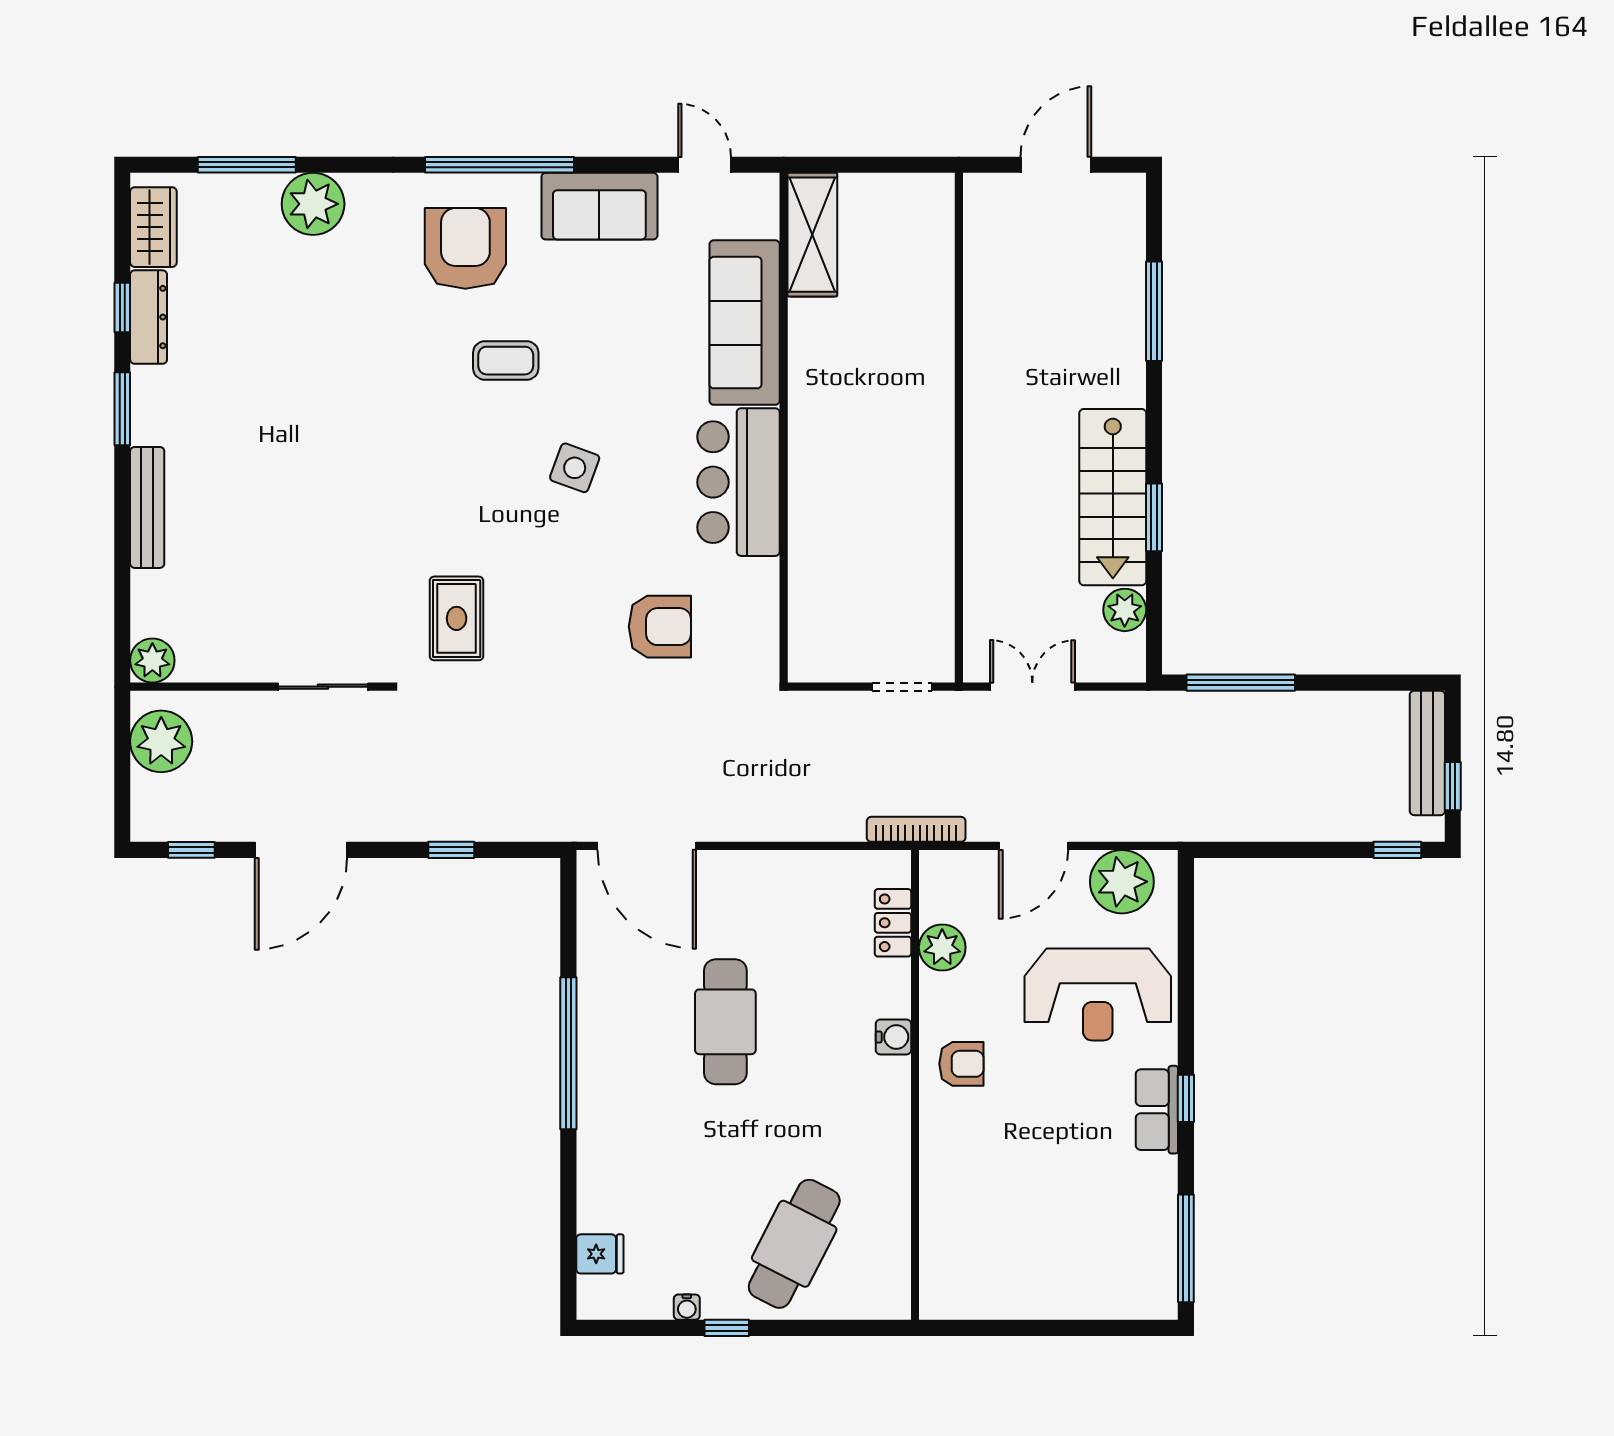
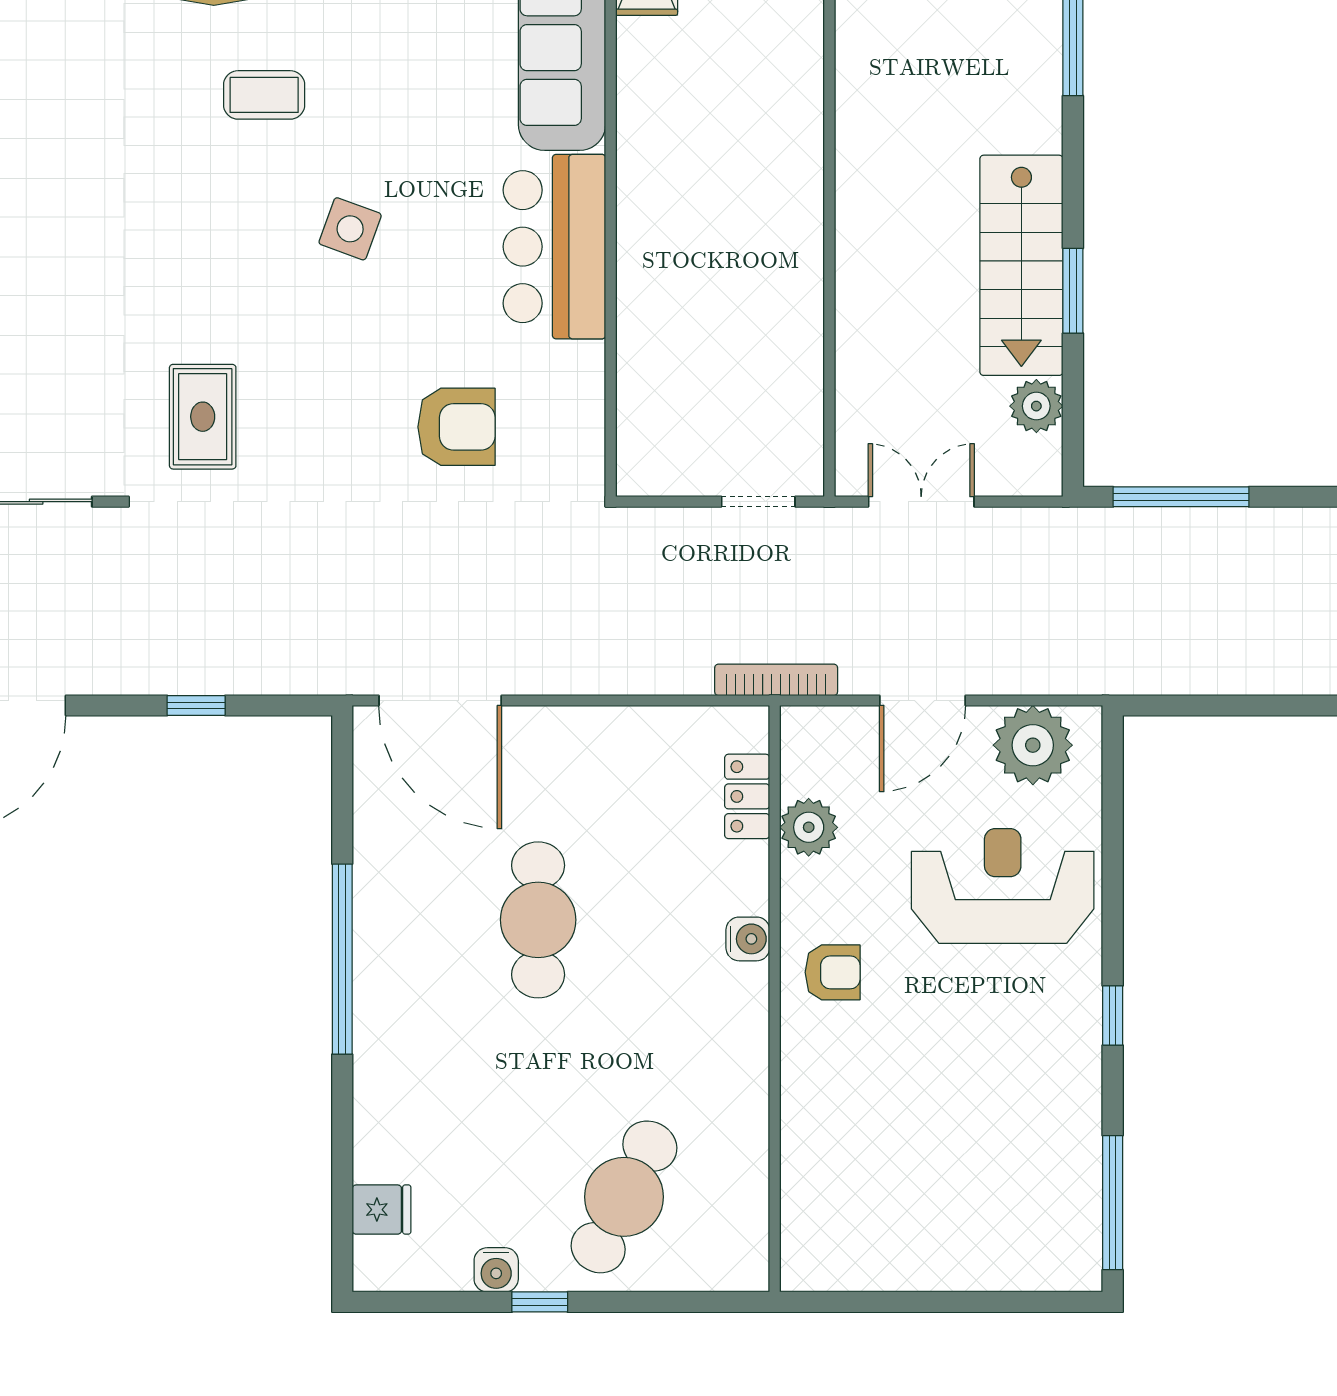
reception desk: (1098, 994) -> (1003, 886), turned 180
row of seats: (1157, 1110) -> (1077, 1030), removed
water cooler: (687, 1307) -> (496, 1270), width x1.38, depth x1.38

